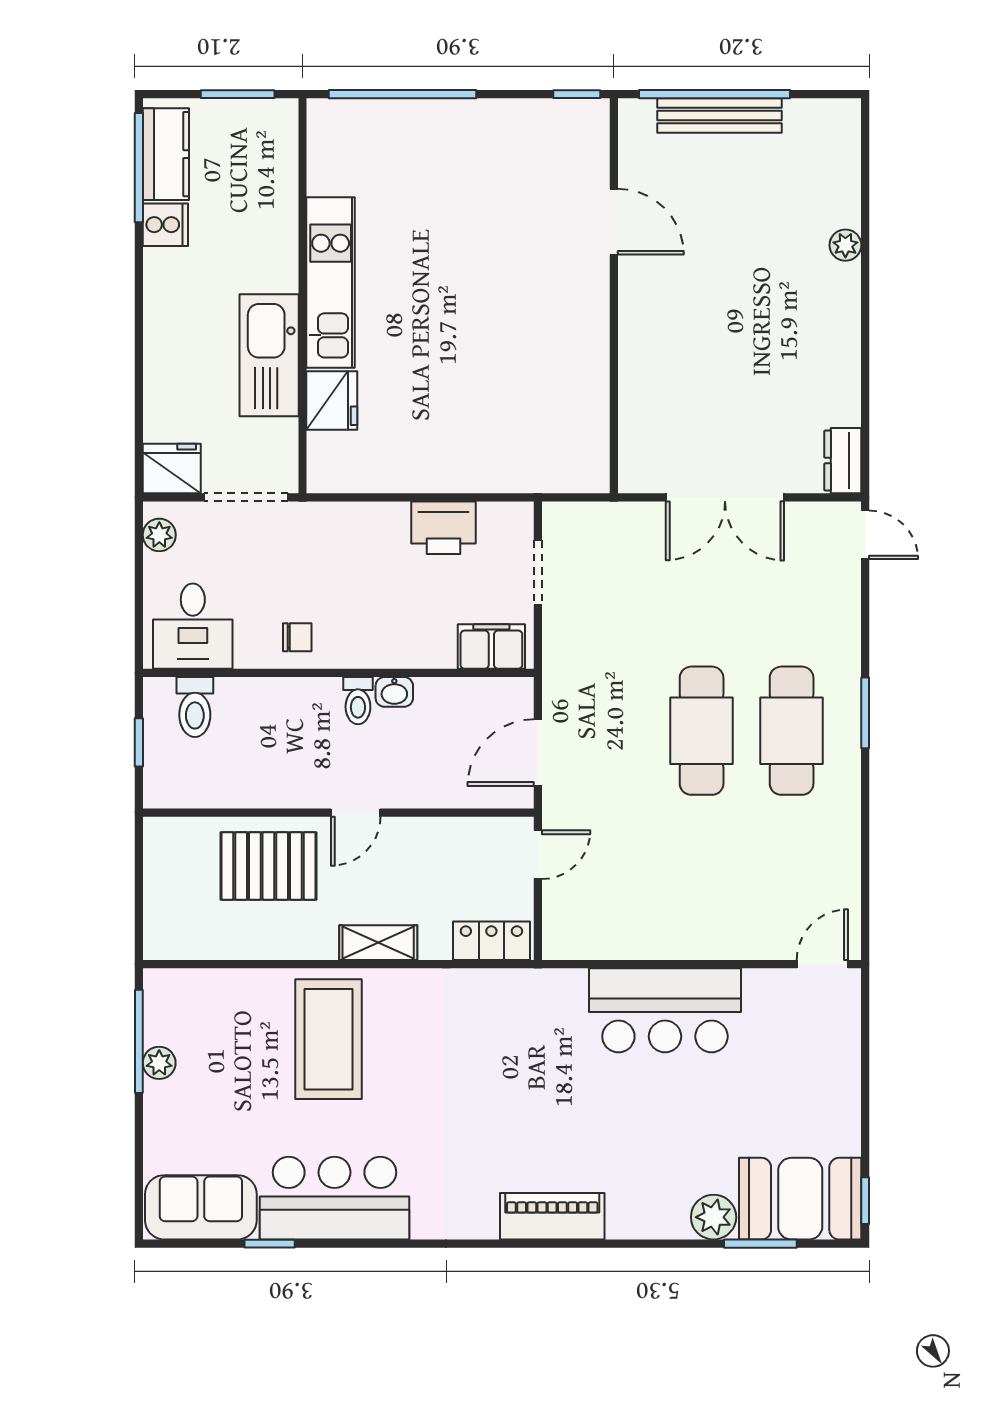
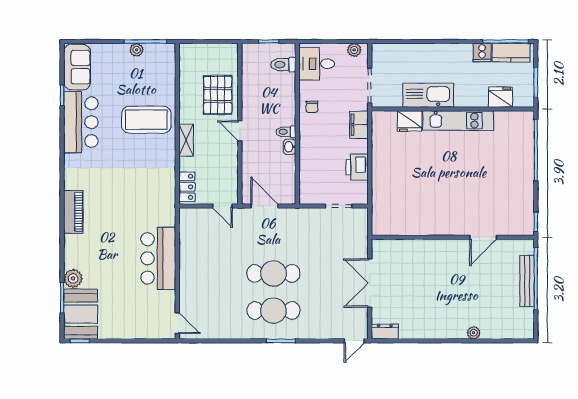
fridge: (172, 468) -> (501, 97), moved, turned -90
filing cabinet: (491, 647) -> (359, 125), moved, turned 180

